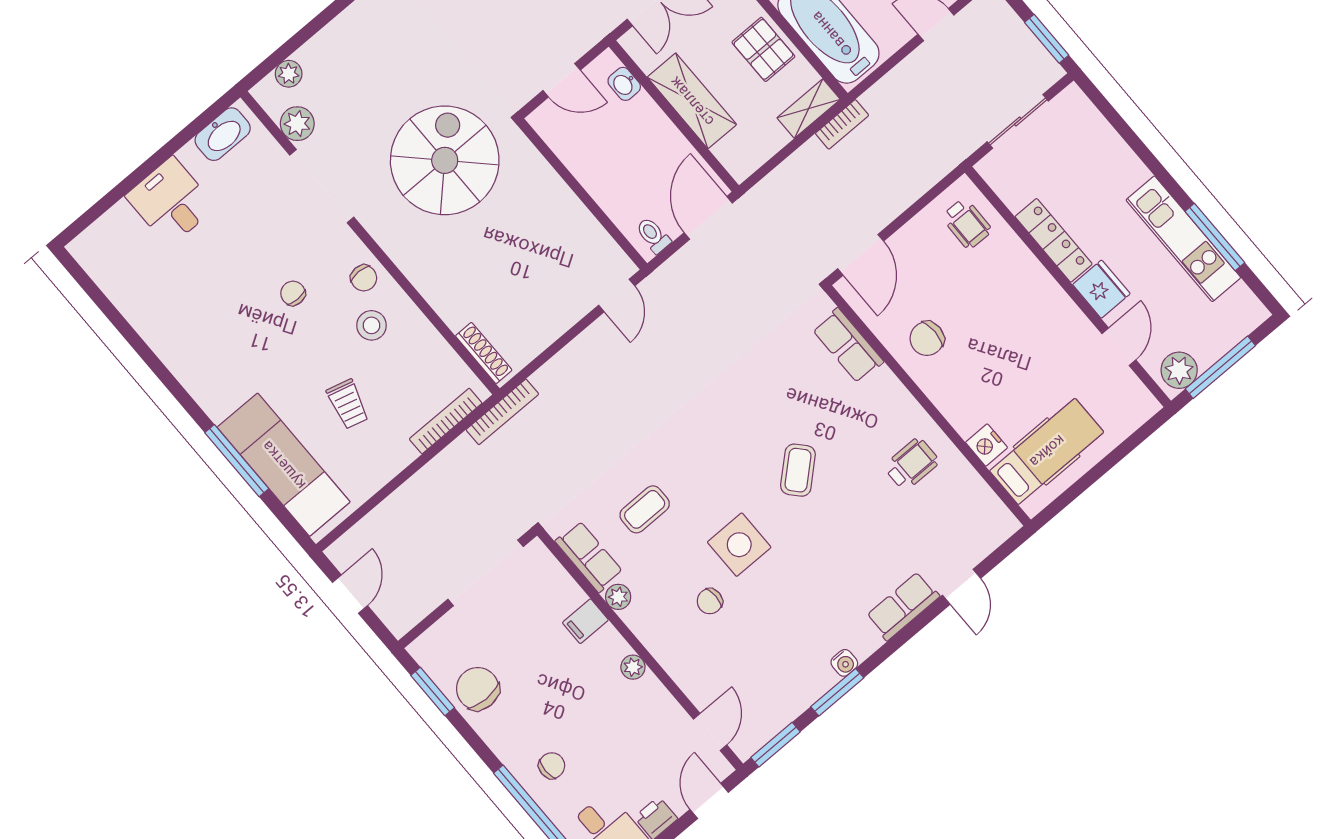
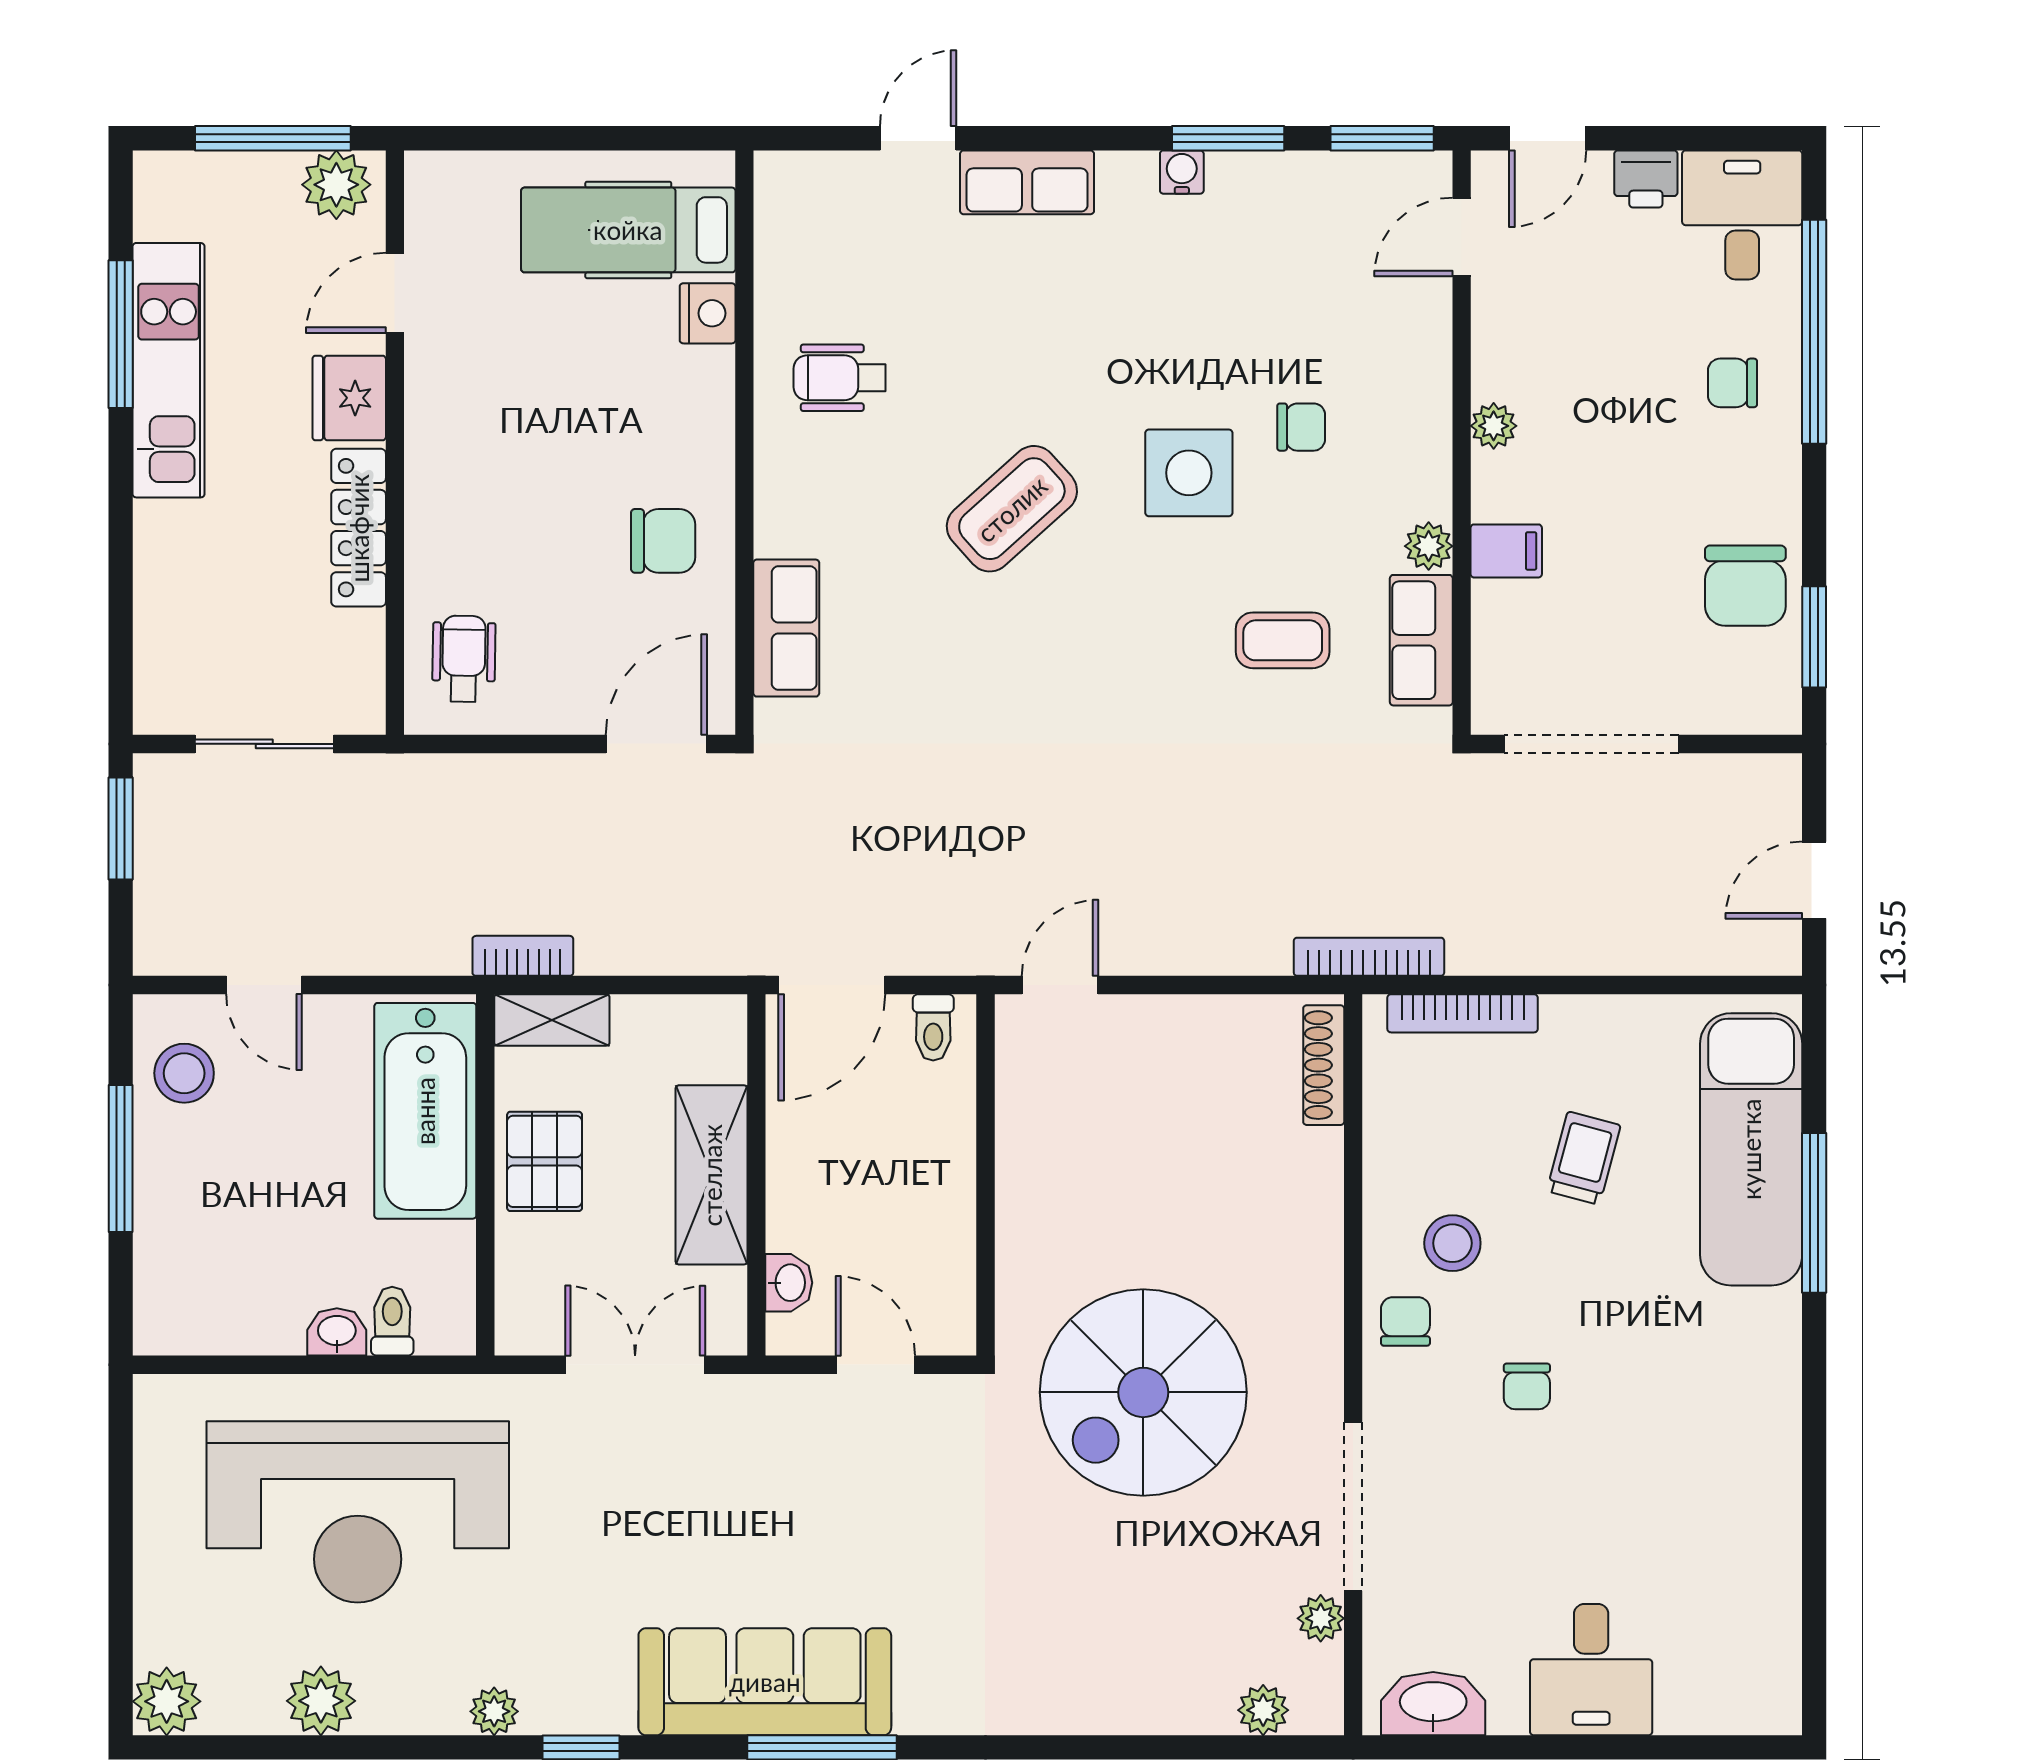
plant: (297, 124) -> (1321, 1618), width x0.73, depth x0.73
coffee table: (798, 470) -> (1012, 509), width x1.36, depth x1.30

